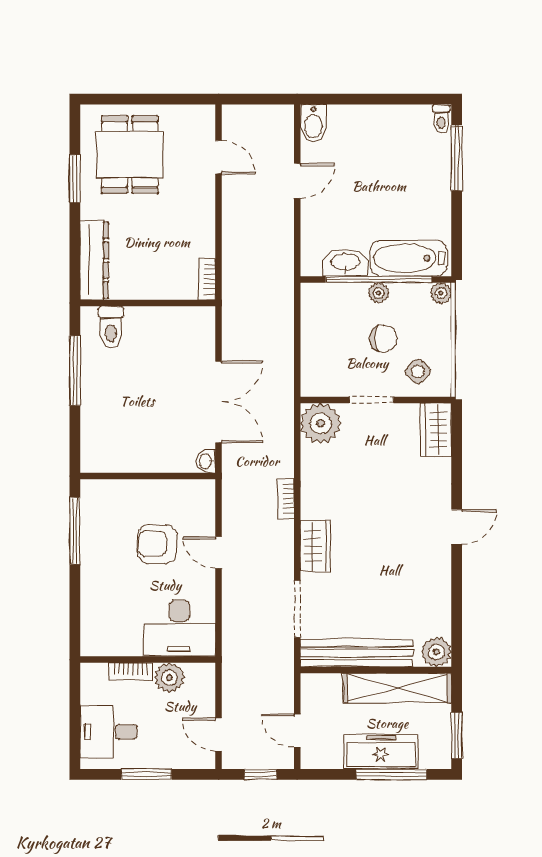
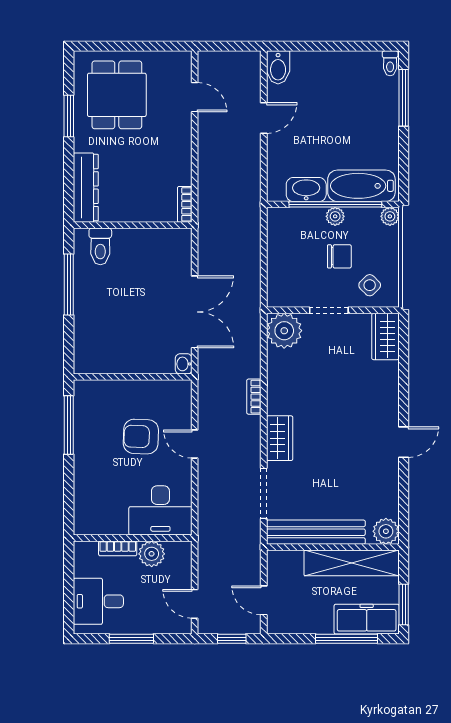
door: (457, 527) -> (404, 442), moved
freezer: (381, 752) -> (367, 619), moved

